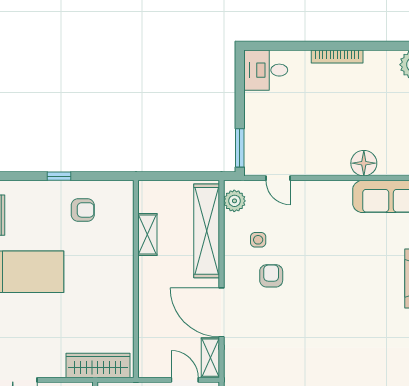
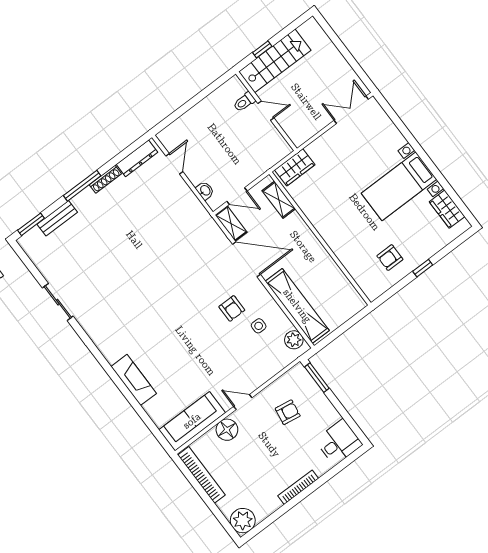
armchair: (293, 136) -> (288, 412), added
door: (278, 178) -> (243, 402), moved
shelving: (147, 234) -> (279, 200), moved
wardrobe: (98, 365) -> (295, 167), width x0.67

